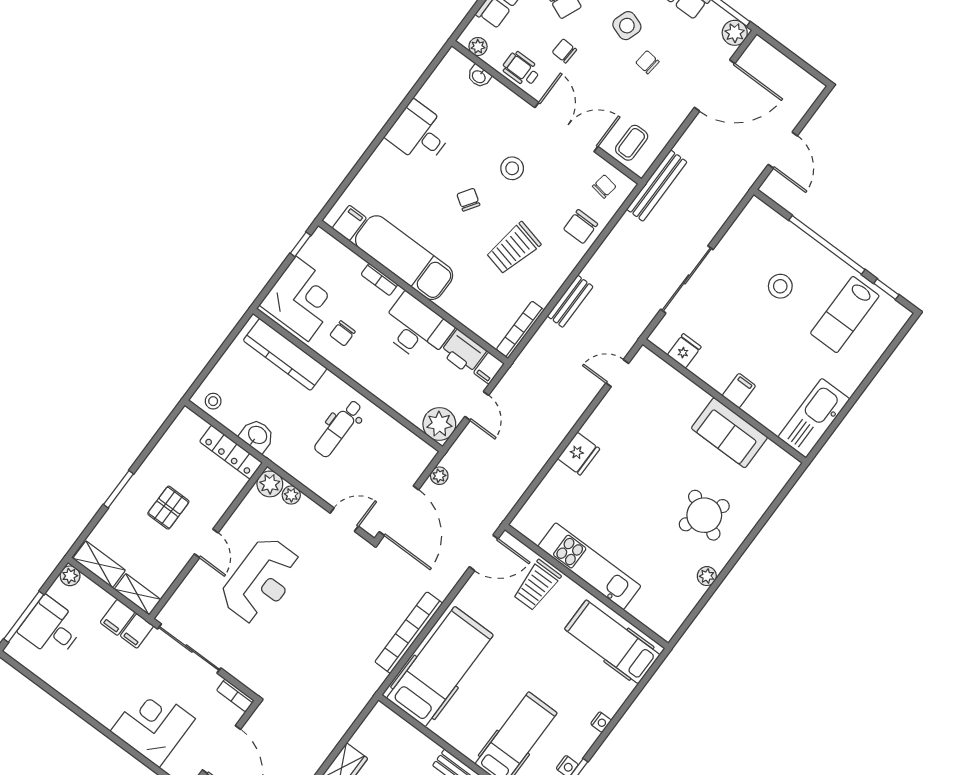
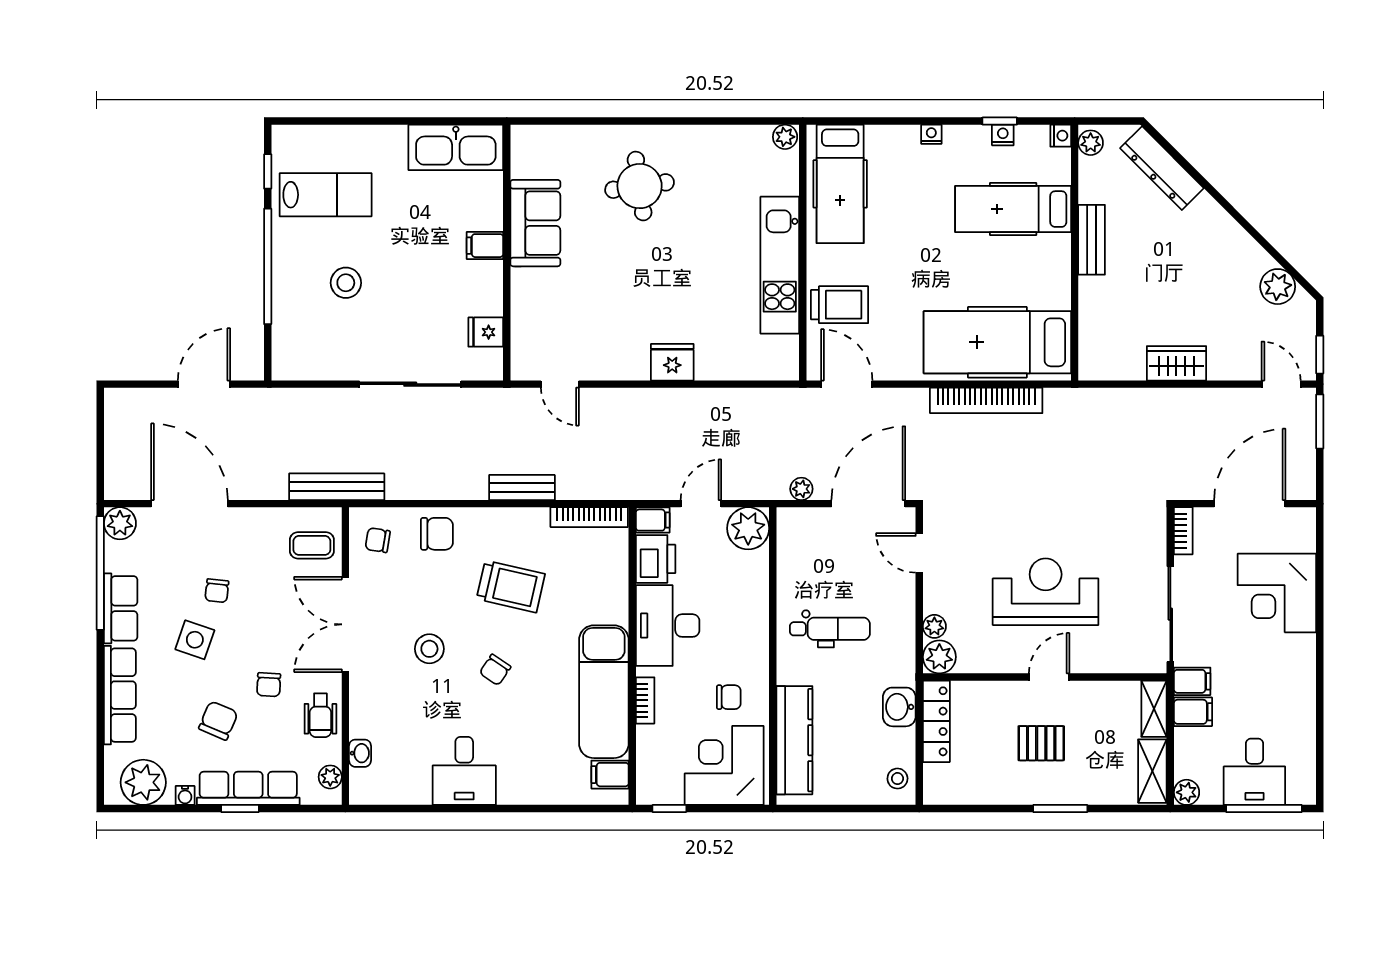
round table: (704, 515) -> (640, 186), turned -35
plant: (707, 576) -> (785, 137), moved

